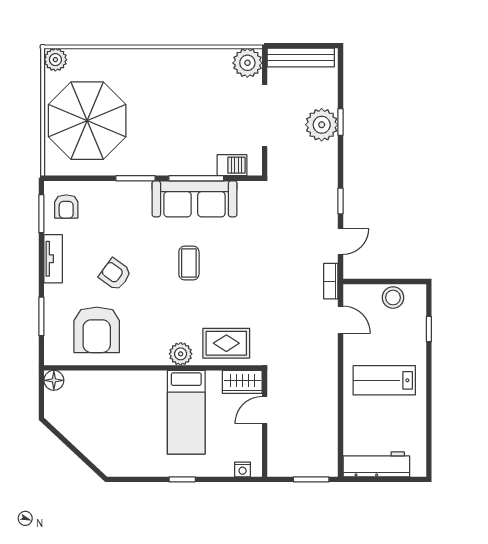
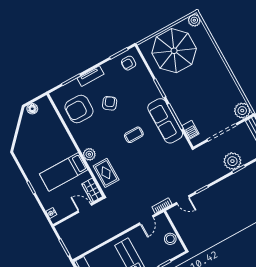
tv unit: (53, 259) -> (91, 76), moved
floor lamp: (54, 380) -> (32, 109), moved

